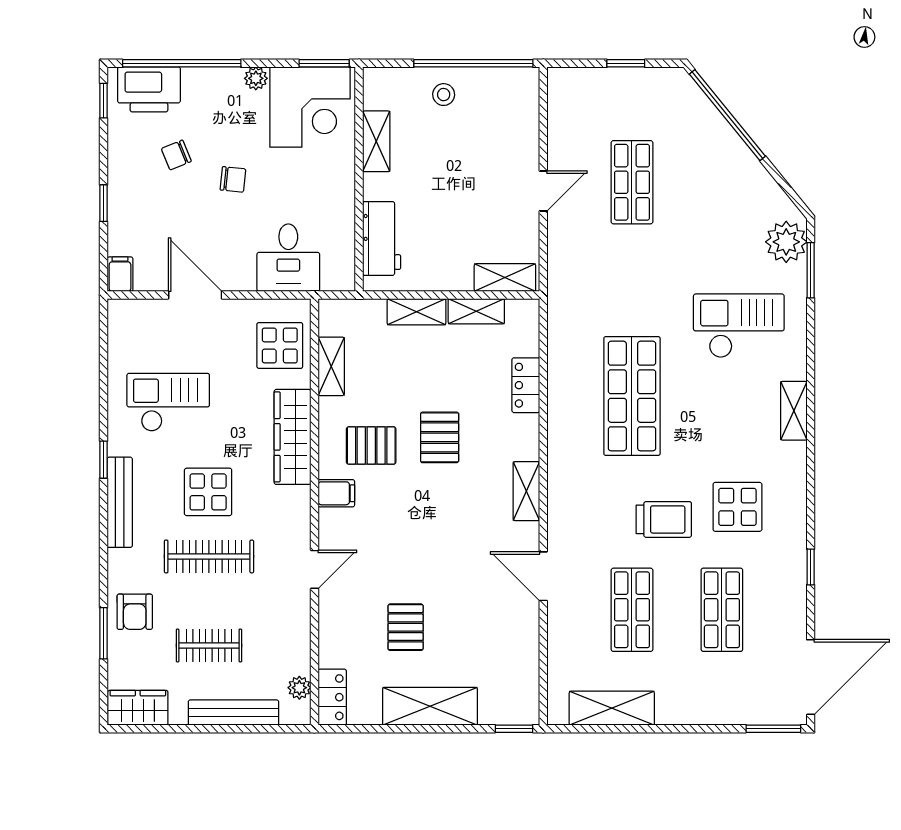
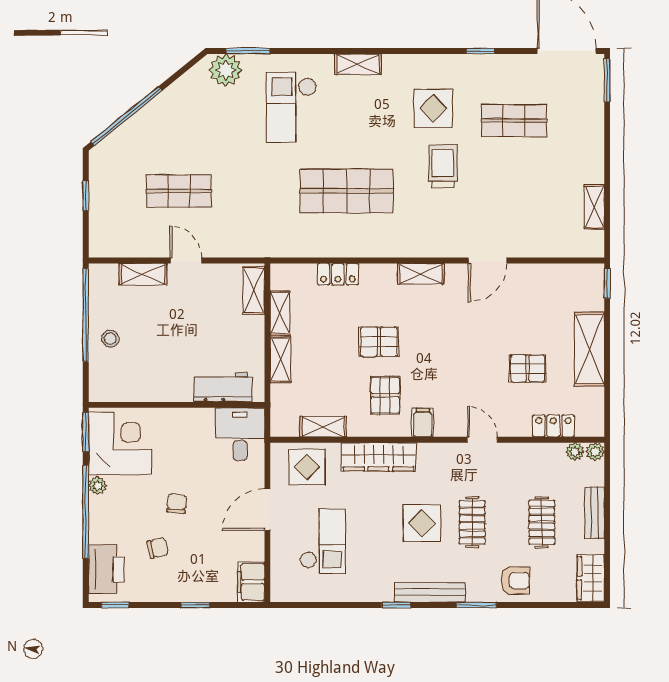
window: (182, 63) -> (86, 512), moved
shelving: (376, 141) -> (143, 274), moved
chair: (176, 155) -> (158, 548), turned -80
desk: (288, 258) -> (240, 434), moved, turned -90
filing cabinet: (120, 274) -> (251, 582), width x2.00
door: (195, 295) -> (267, 509), moved
checkout: (168, 402) -> (323, 541), moved, turned 180
clothes rail: (209, 556) -> (472, 522), width x0.73
shop shelf: (632, 610) -> (514, 191), removed
window: (103, 633) -> (476, 605), moved
locker: (332, 697) -> (553, 426), moved
shelving: (612, 708) -> (594, 207), width x0.67, depth x0.75
bench: (233, 713) -> (594, 513), width x0.73
plant: (299, 713) -> (595, 452), added

